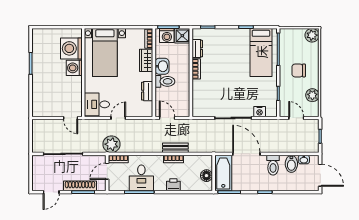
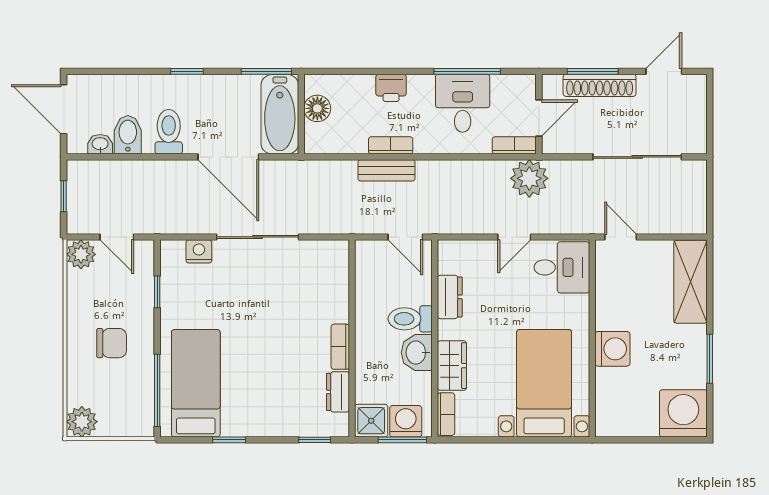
washing machine: (71, 48) -> (683, 413), moved, turned -90
plant: (312, 95) -> (81, 254), moved
shelving: (39, 98) -> (691, 282), added

